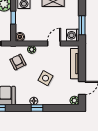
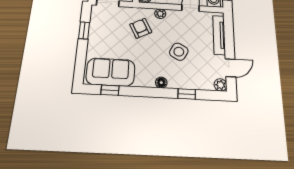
window: (37, 108) -> (187, 94), moved

